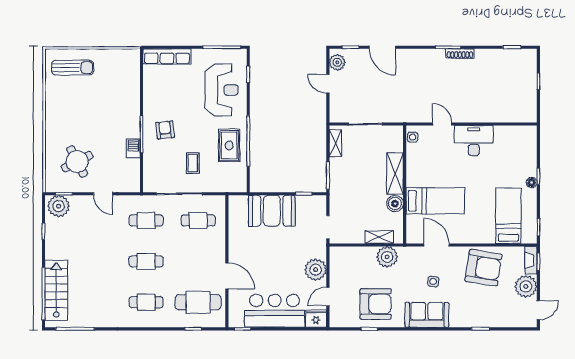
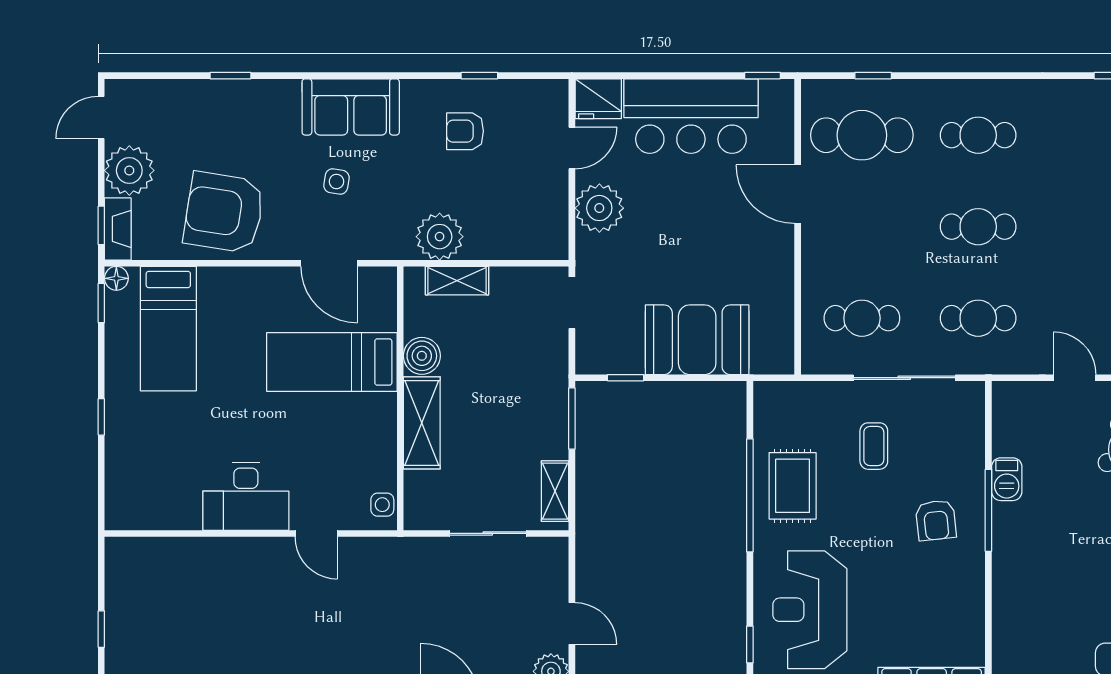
floor lamp: (532, 183) -> (116, 278), moved
armchair: (376, 304) -> (465, 131), width x0.53, depth x0.53

